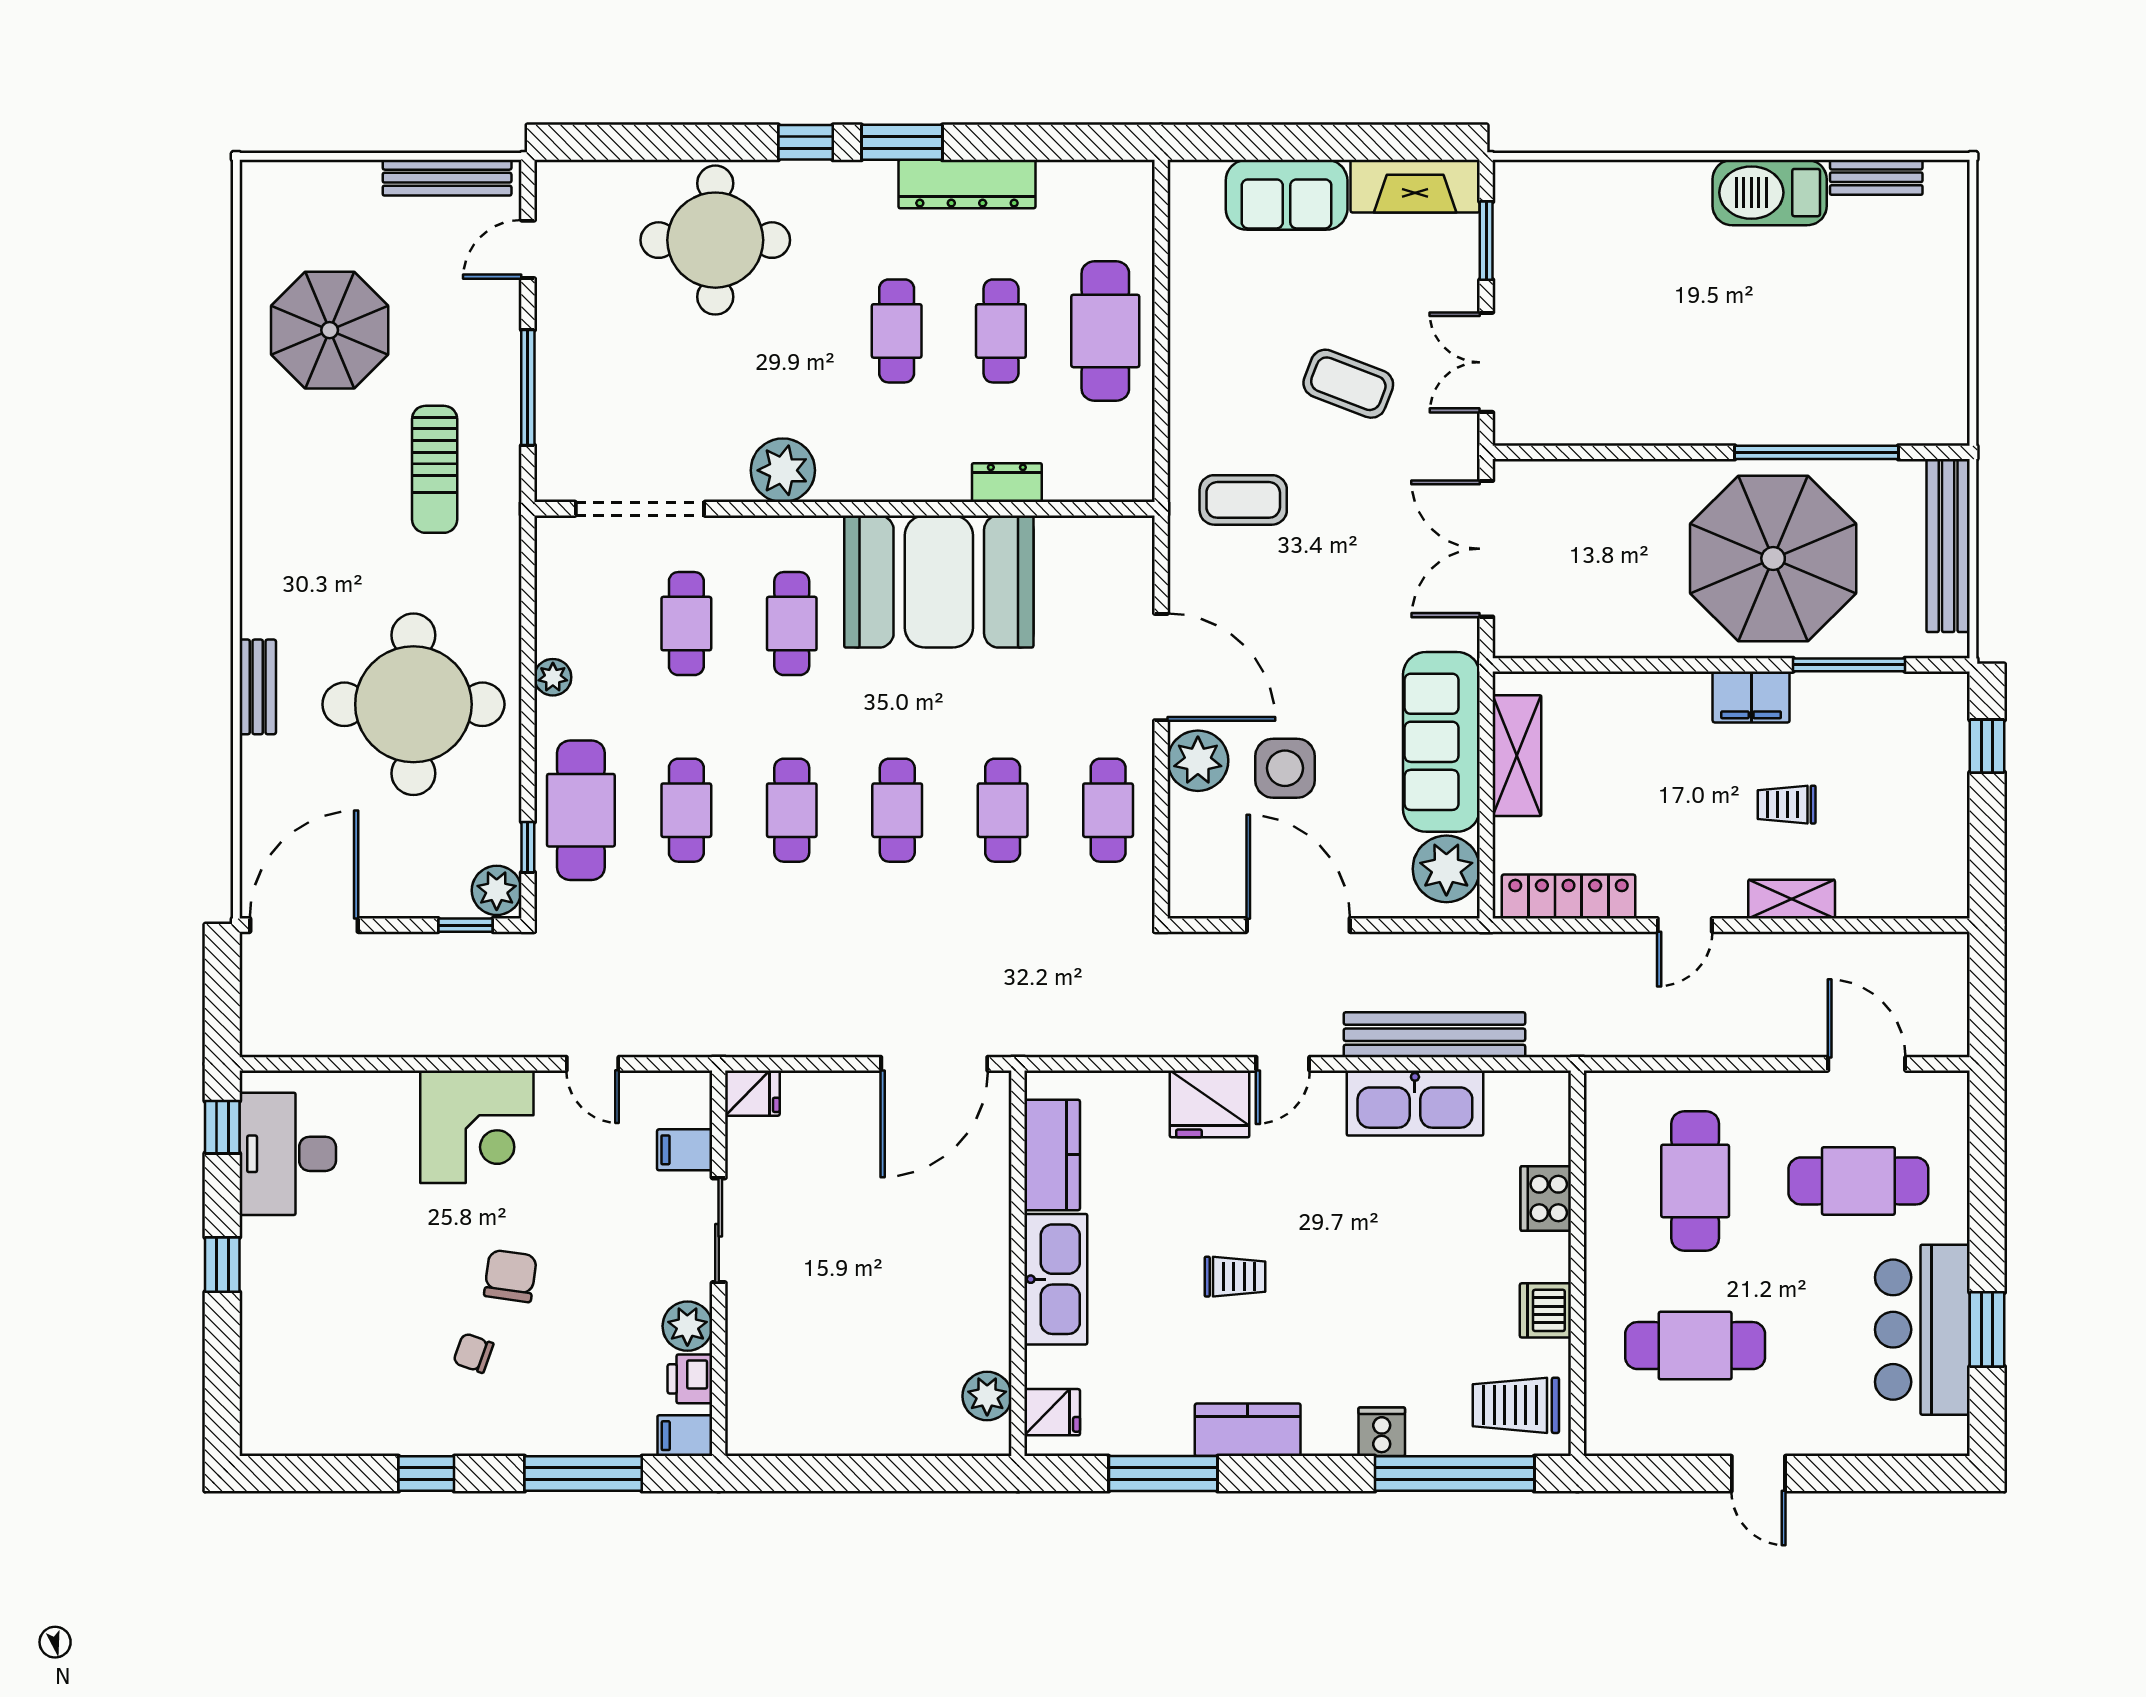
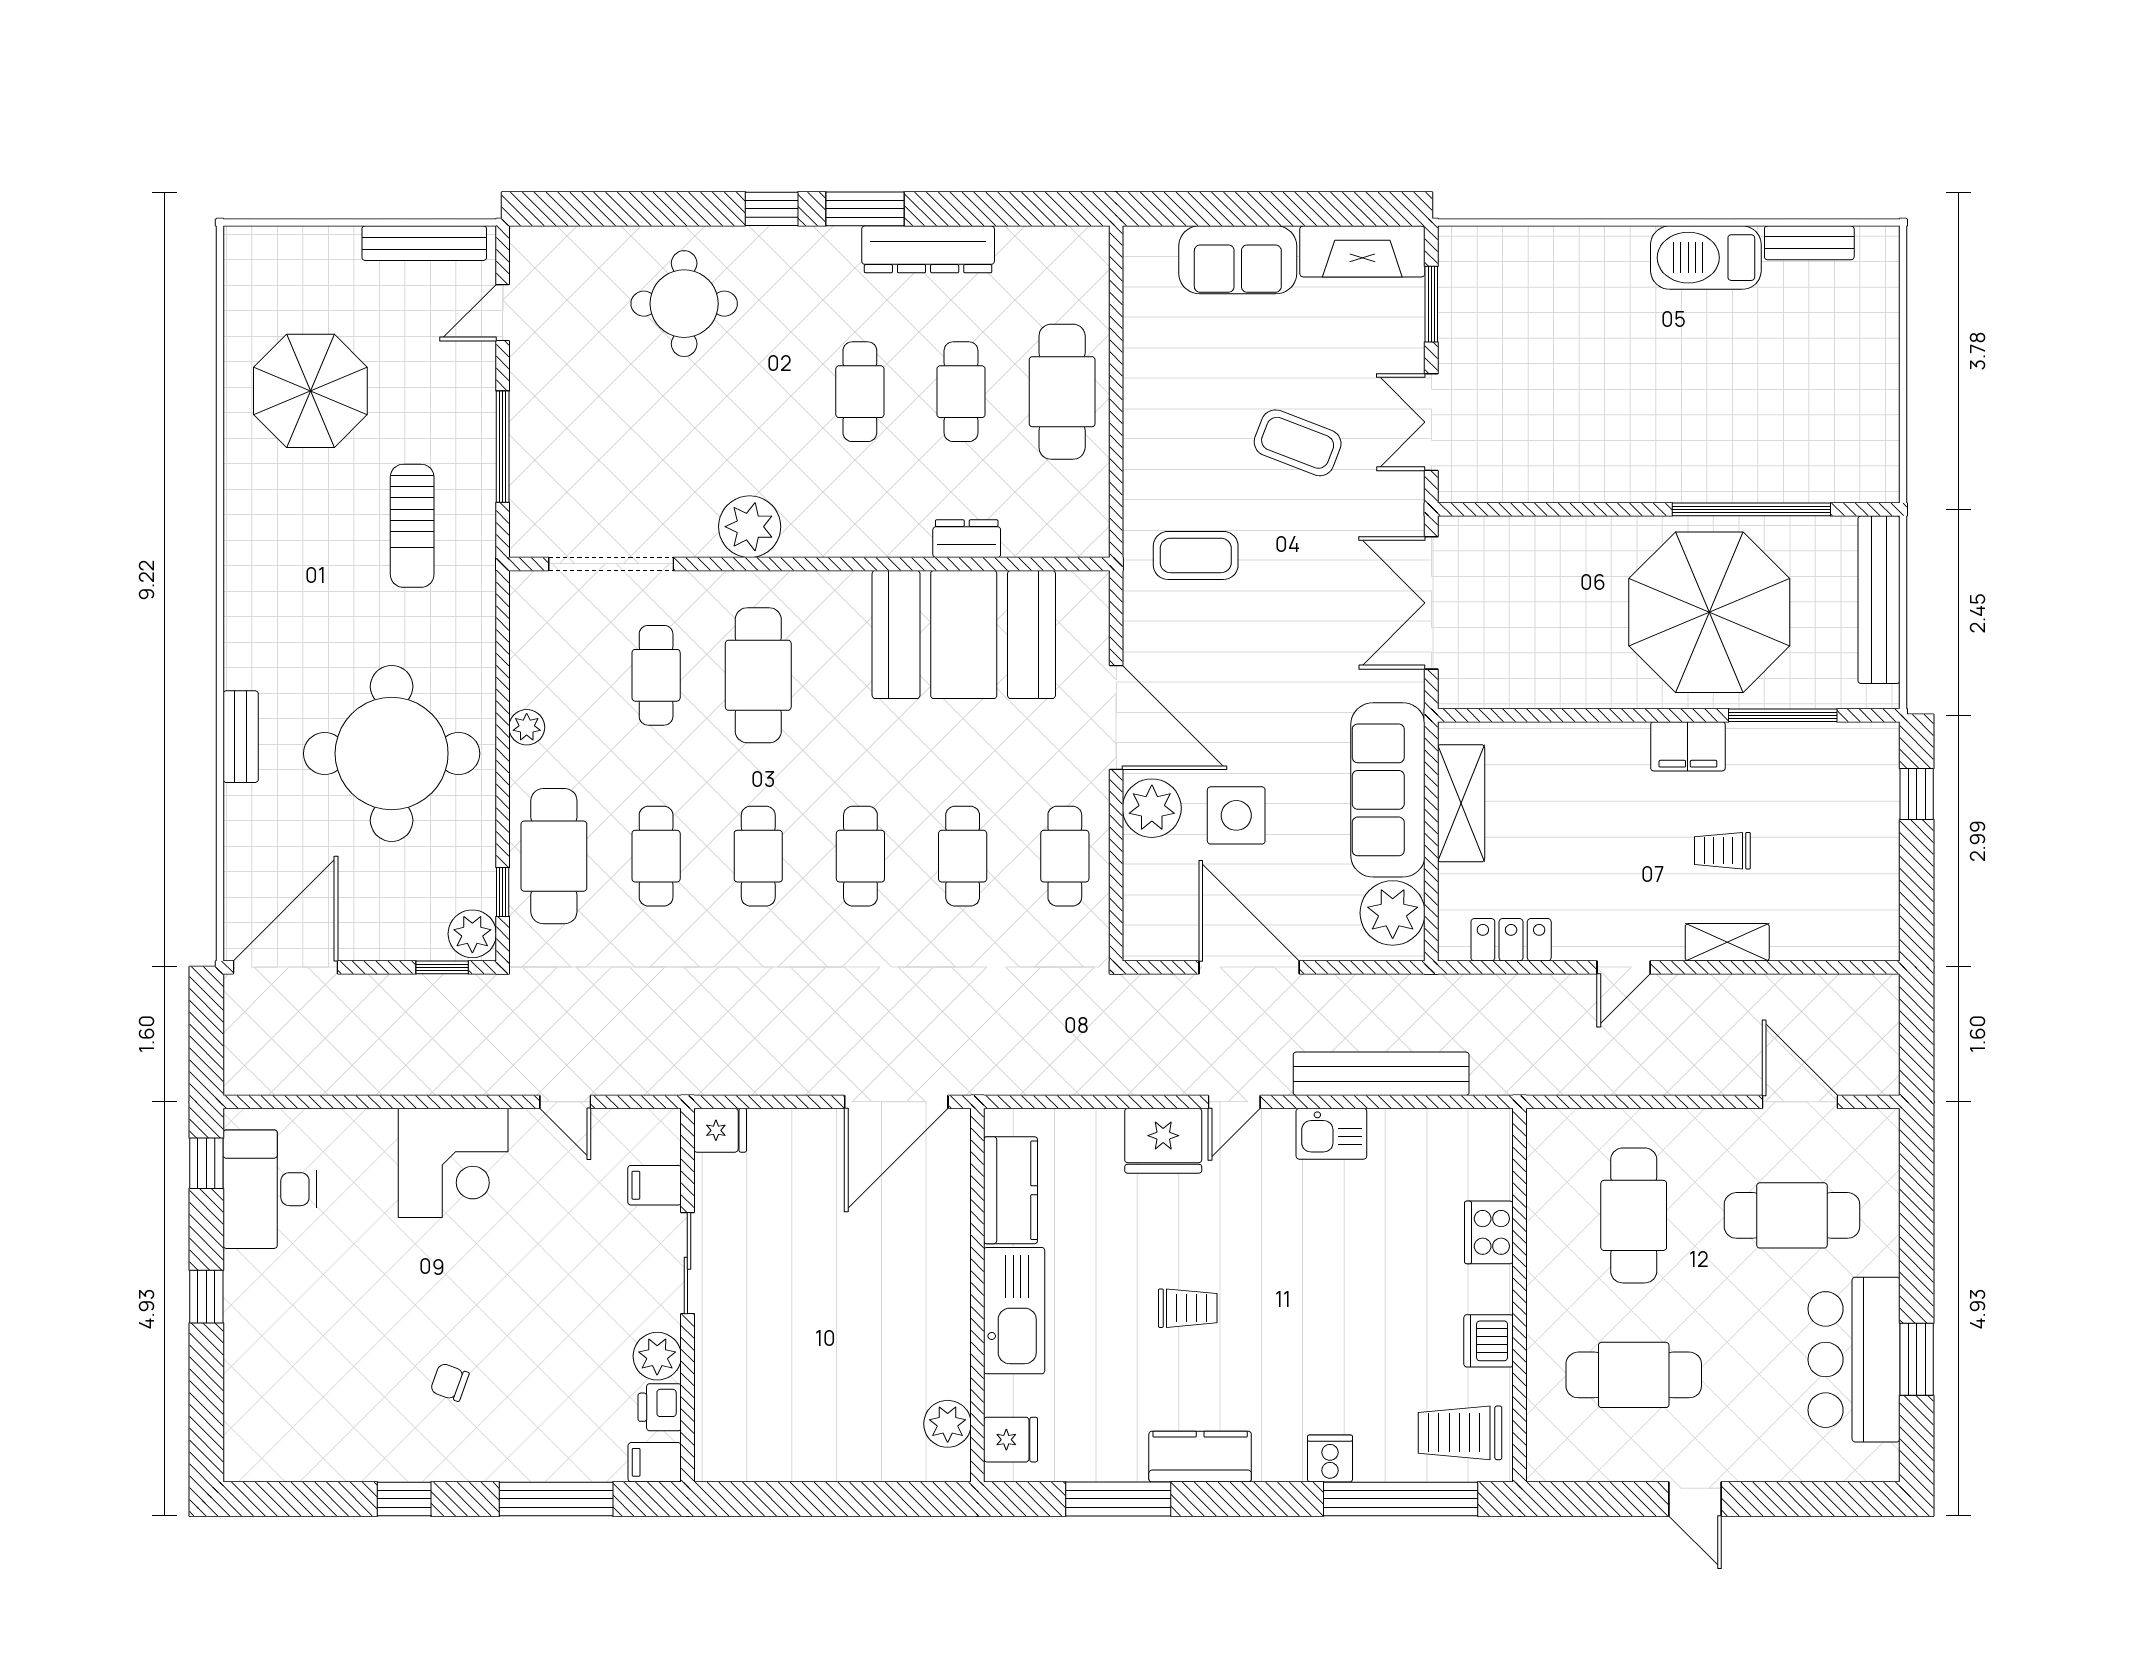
round table: (715, 240) -> (684, 304), width x0.73, depth x0.73
booth: (939, 581) -> (964, 634), moved
cafe table: (792, 624) -> (758, 675), width x1.37, depth x1.35
locker: (1569, 896) -> (1511, 940), width x0.66
kitchen sink: (1415, 1103) -> (1331, 1134), width x0.53, depth x0.81
chair: (510, 1276) -> (486, 1307), removed

